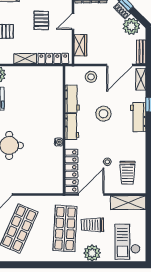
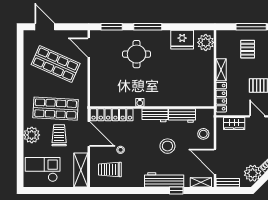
workbench: (138, 117) -> (164, 180), width x1.38

